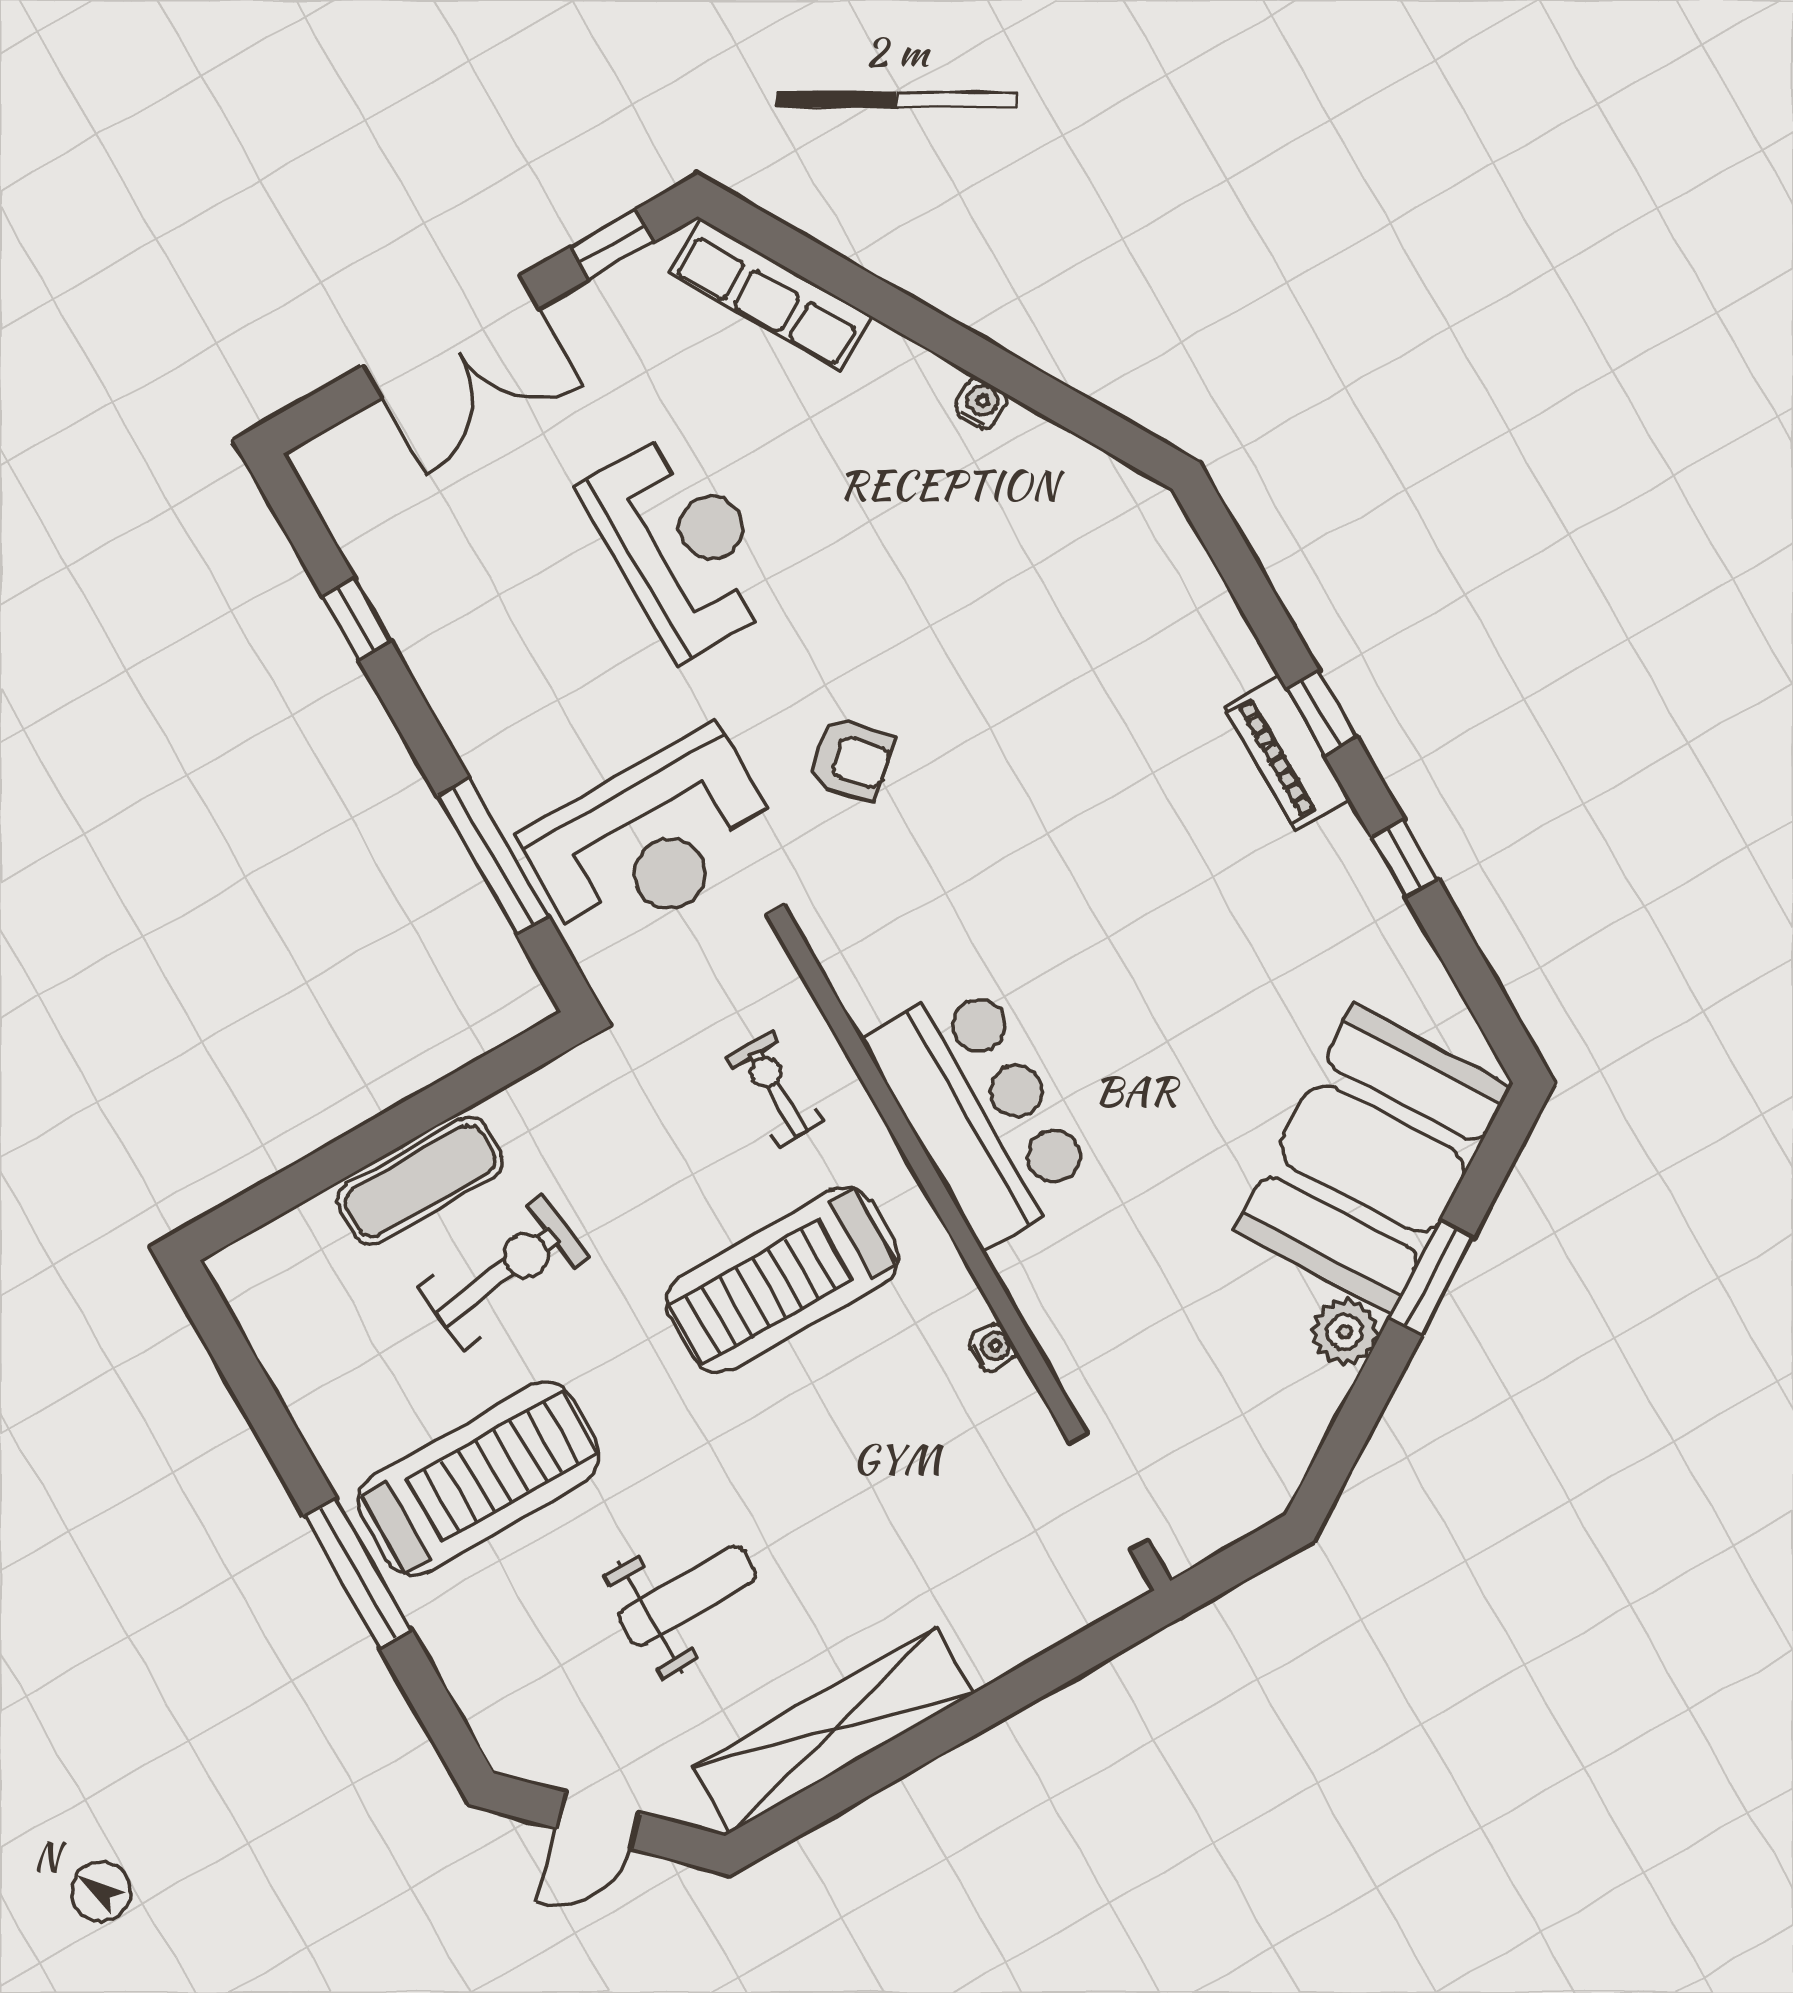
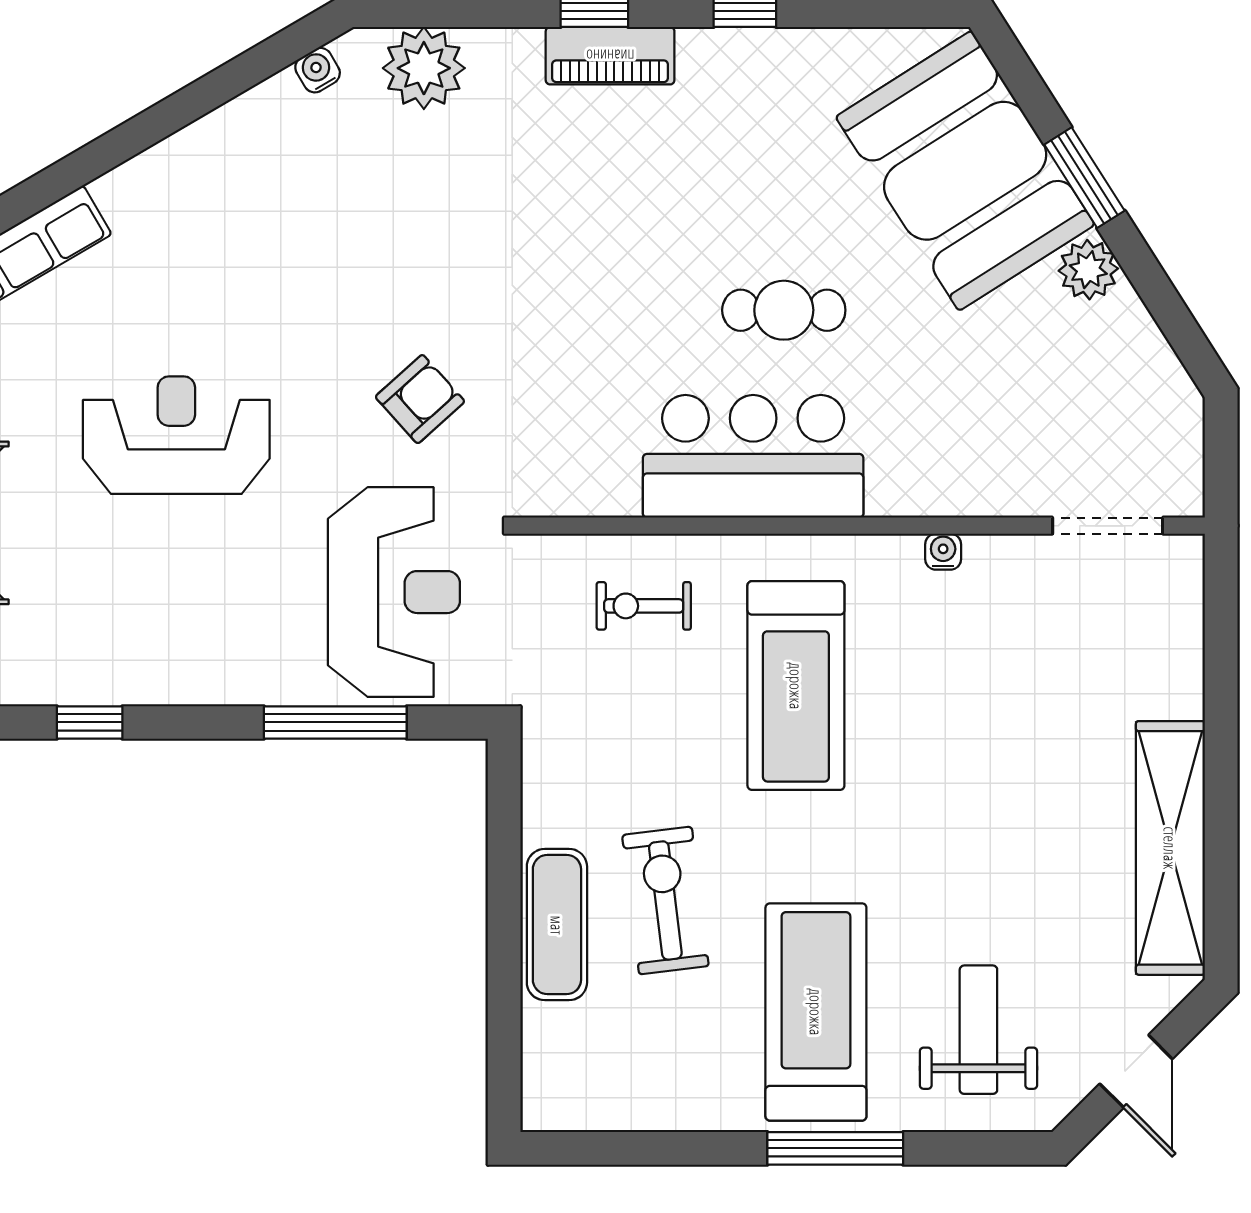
water cooler: (981, 404) -> (318, 70), moved
plant: (1172, 580) -> (424, 68), added
cafe table: (1138, 1061) -> (784, 310), added
weight bench: (688, 1596) -> (978, 1030), moved

